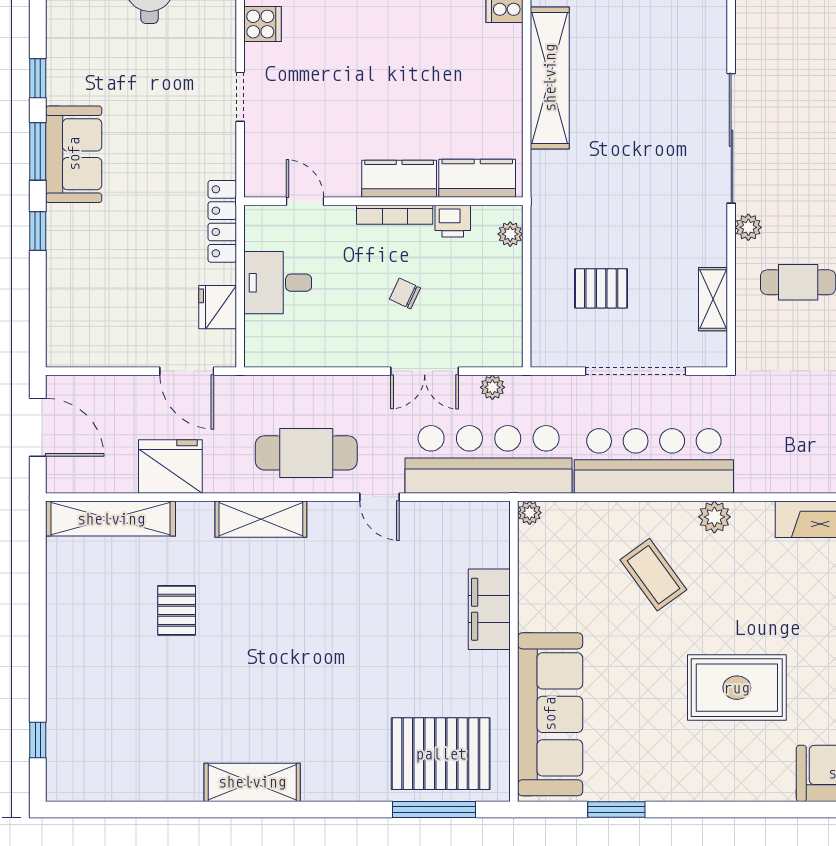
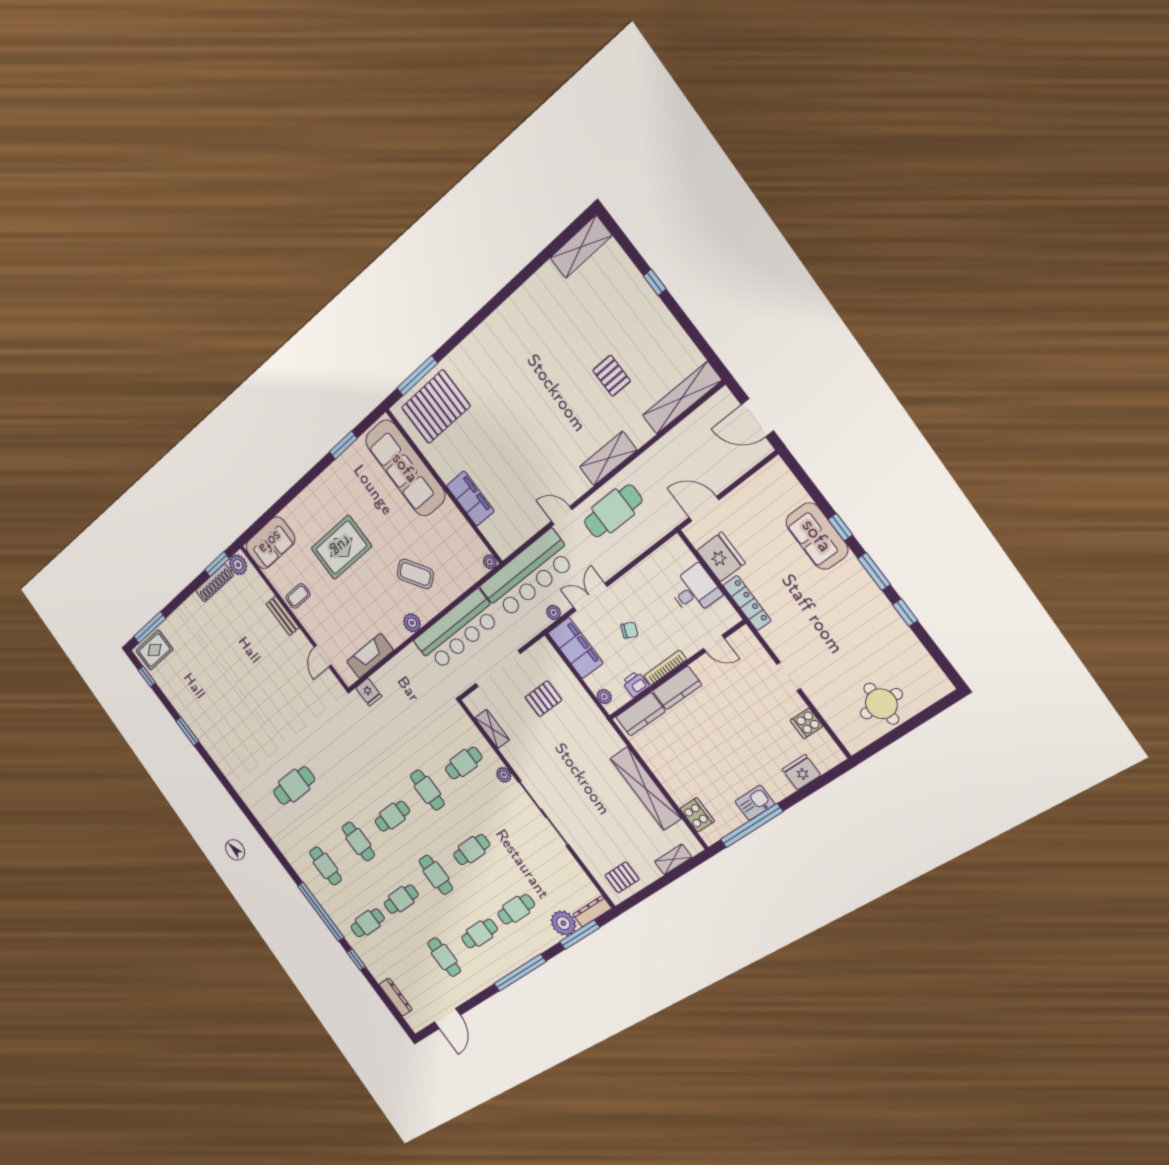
sofa: (74, 154) -> (817, 536), moved
fridge: (218, 307) -> (721, 557), width x1.36, depth x1.34
filing cabinet: (499, 322) -> (576, 648), added
fridge: (170, 466) -> (673, 451), removed
window: (38, 740) -> (655, 282), moved
shelving: (252, 782) -> (581, 247), moved

